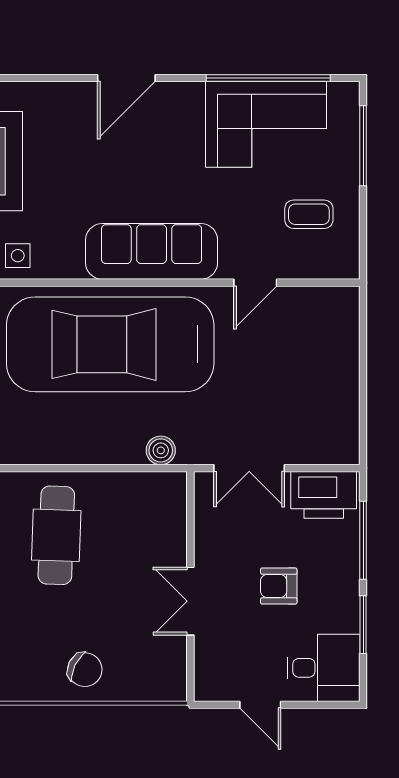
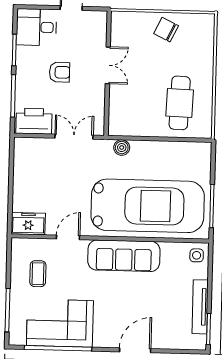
coffee table: (309, 214) -> (38, 274), turned 90
freezer: (329, 306) -> (28, 224), added

